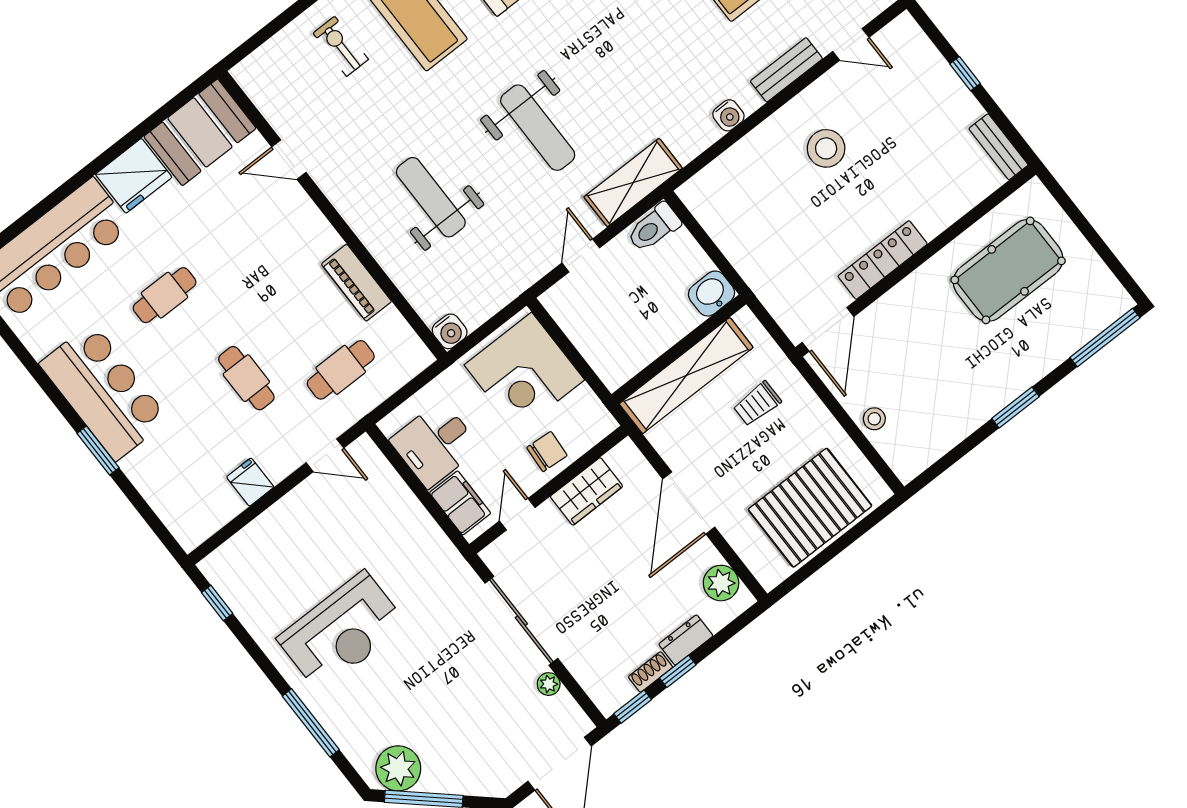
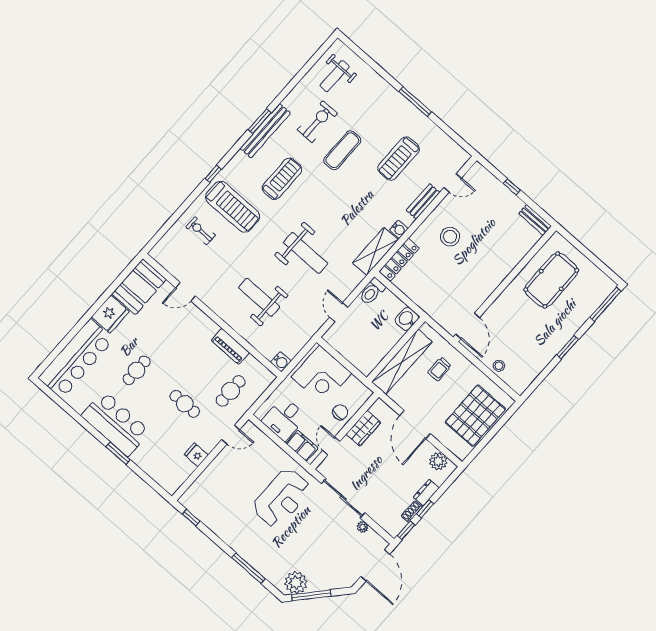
shelving: (633, 183) -> (375, 251), moved
locker: (883, 260) -> (399, 260), moved, turned 180
reception desk: (342, 631) -> (282, 498), moved

